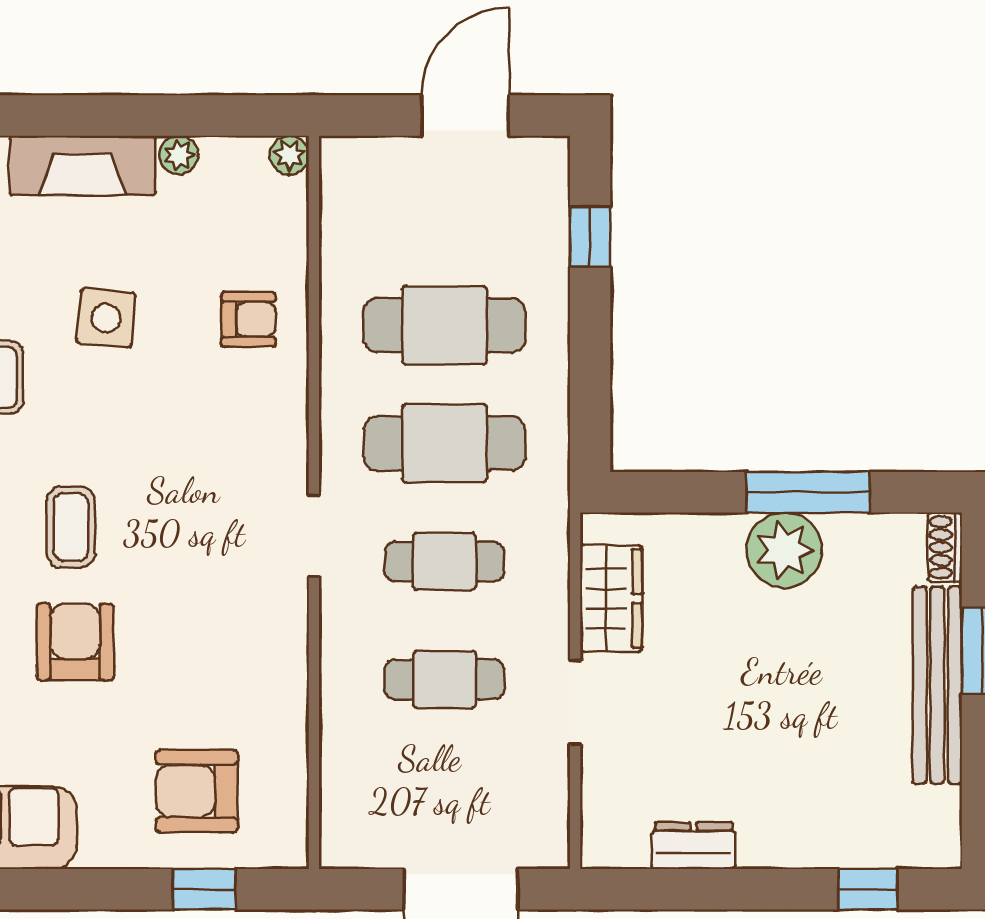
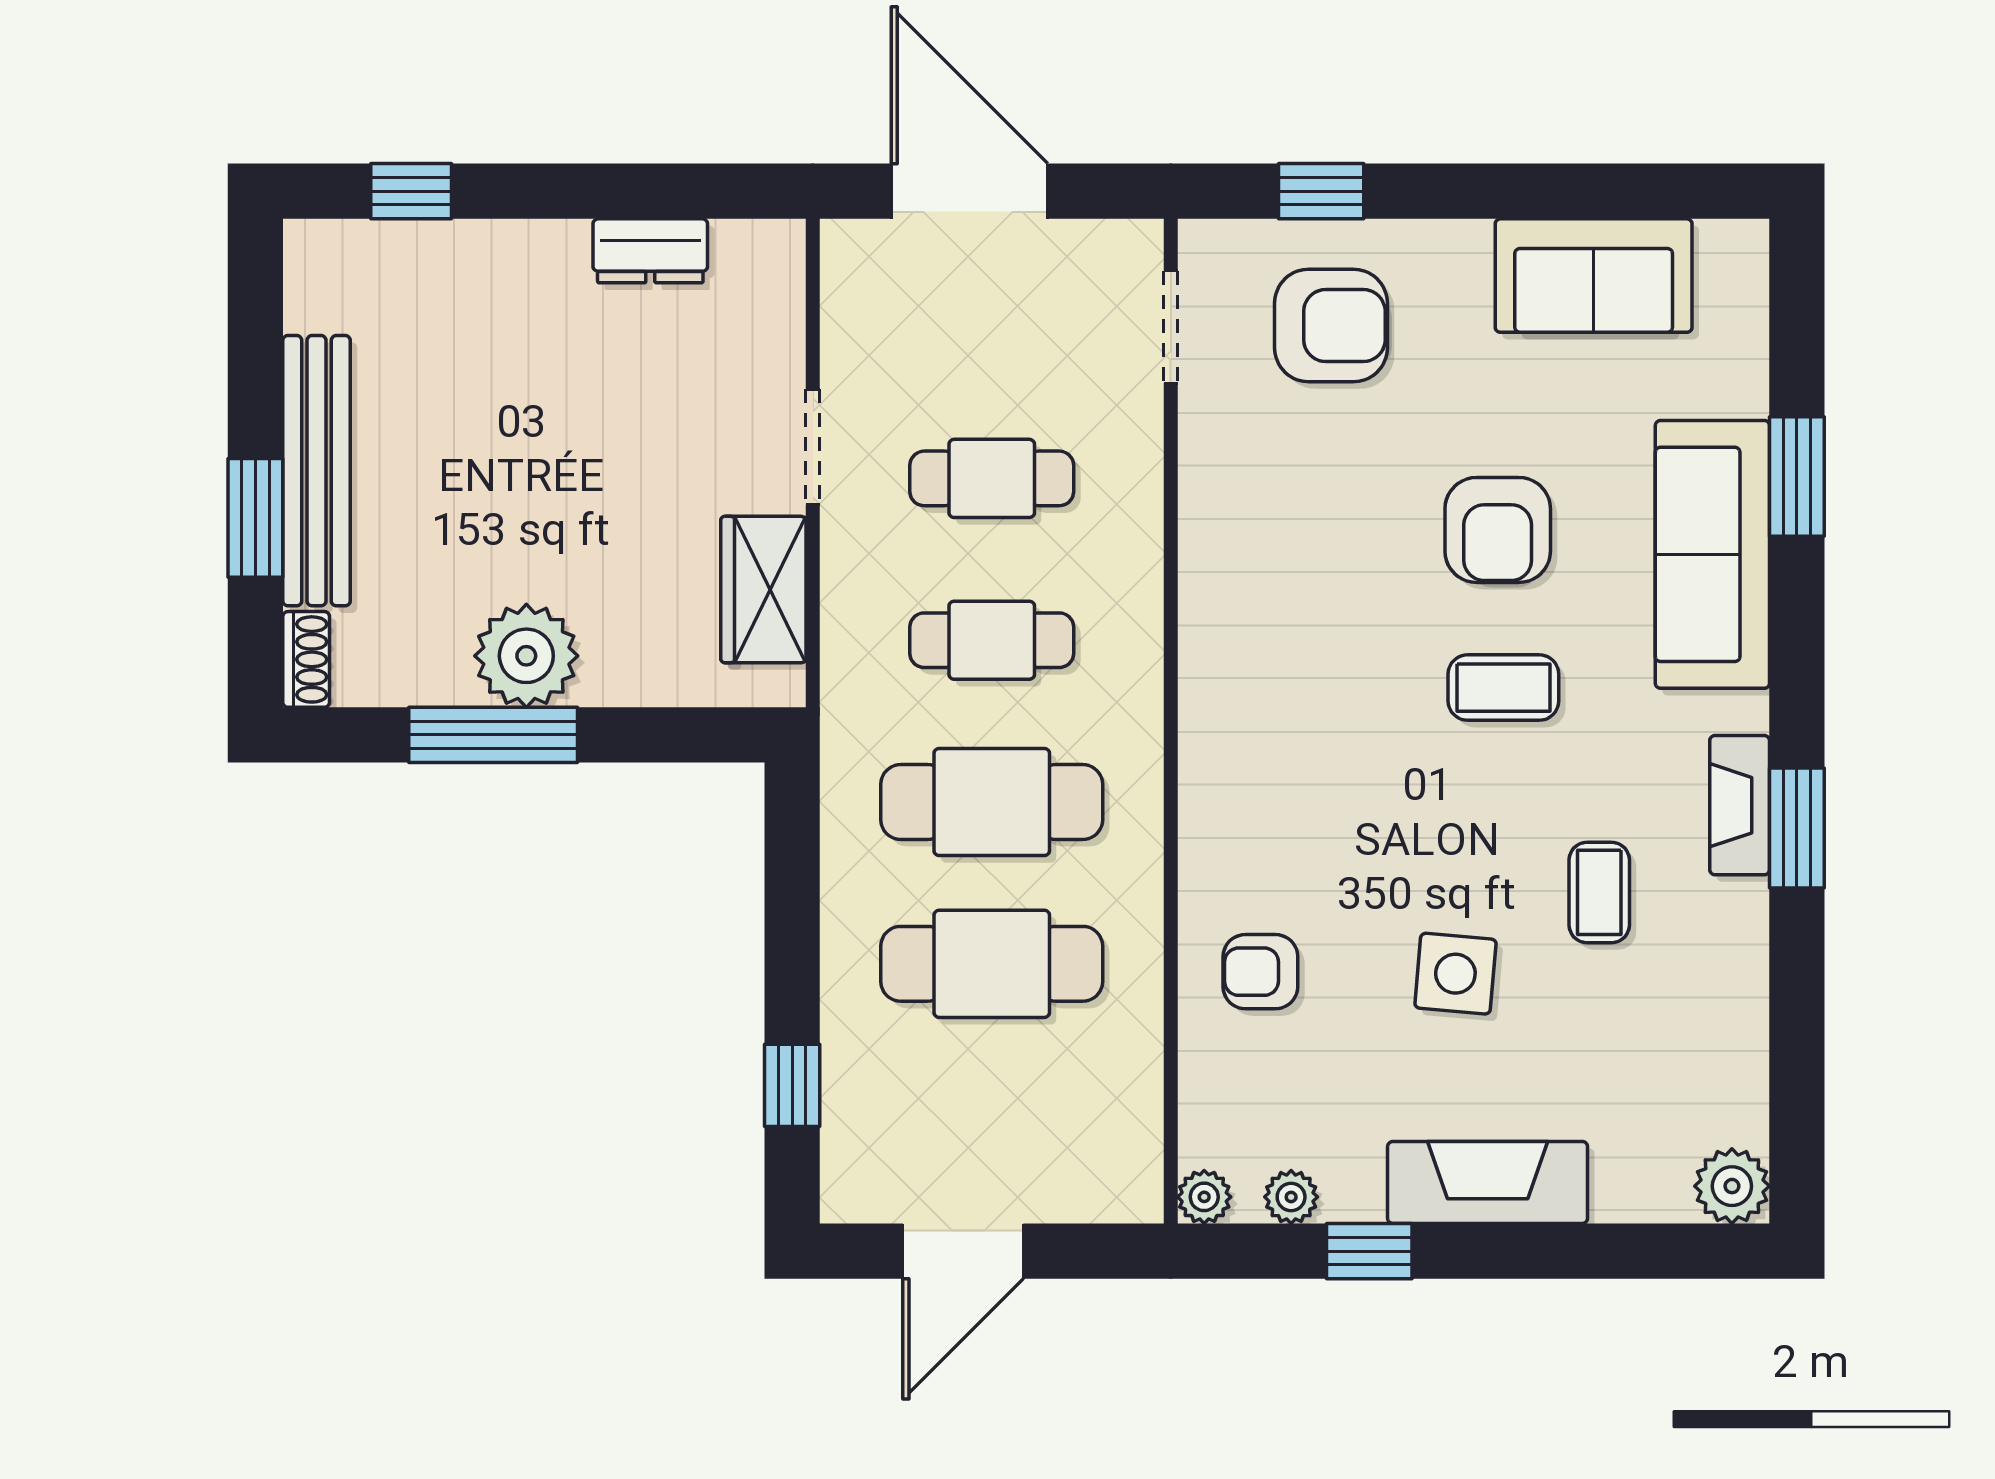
window: (169, 116) -> (1369, 1251), added
plant: (179, 155) -> (1291, 1197), moved
coffee table: (71, 527) -> (1503, 688), turned 90
doorway: (314, 536) -> (1171, 327), moved

